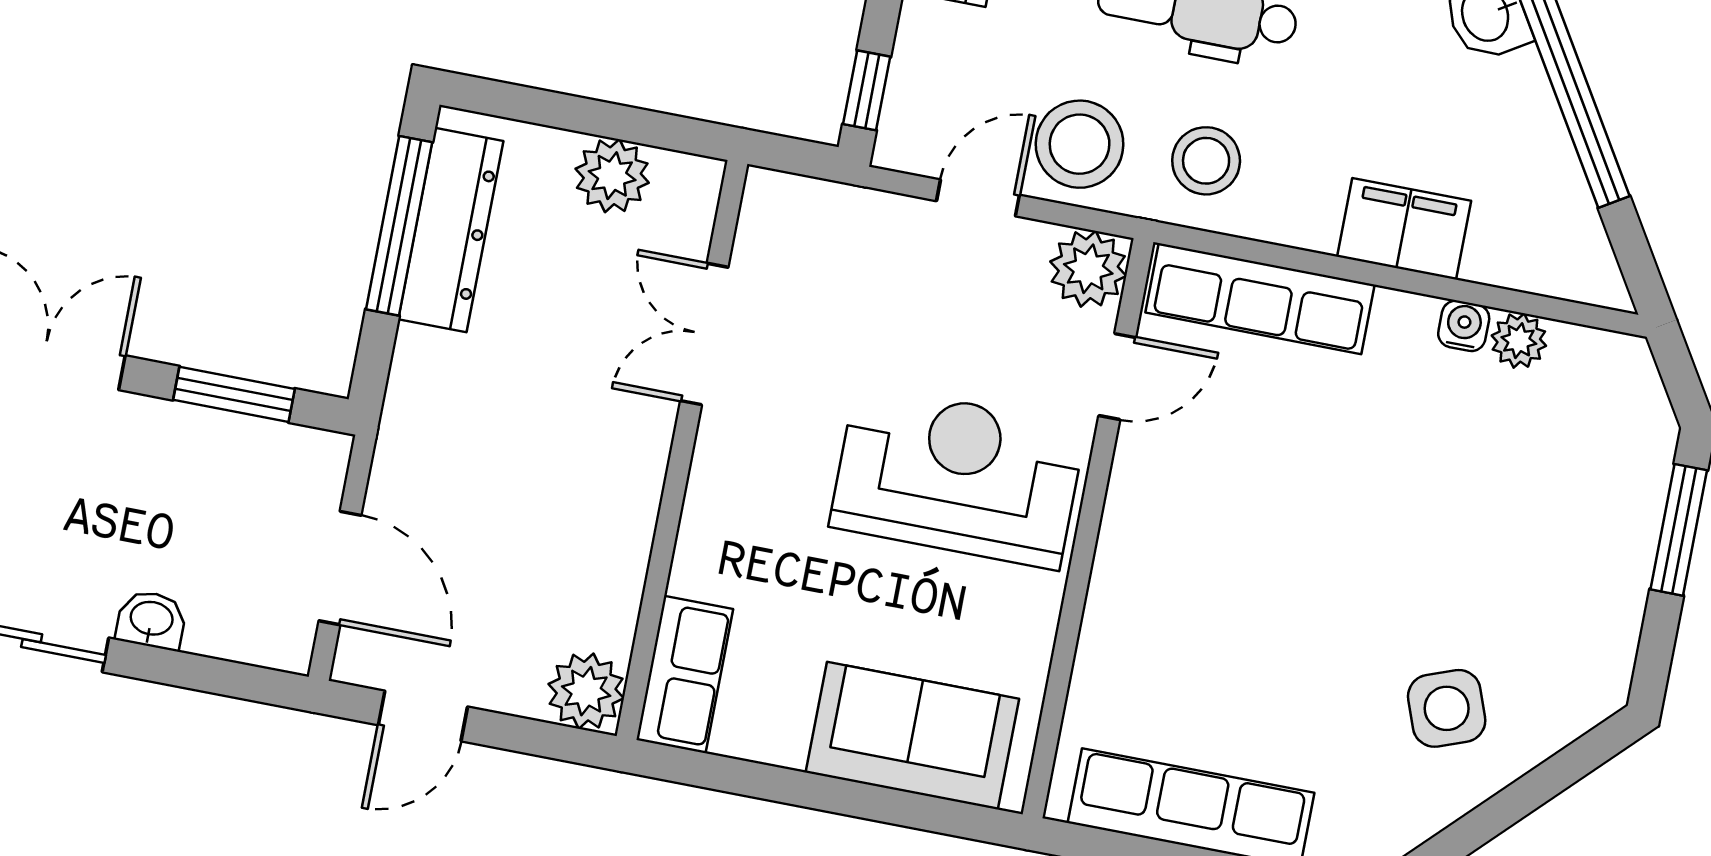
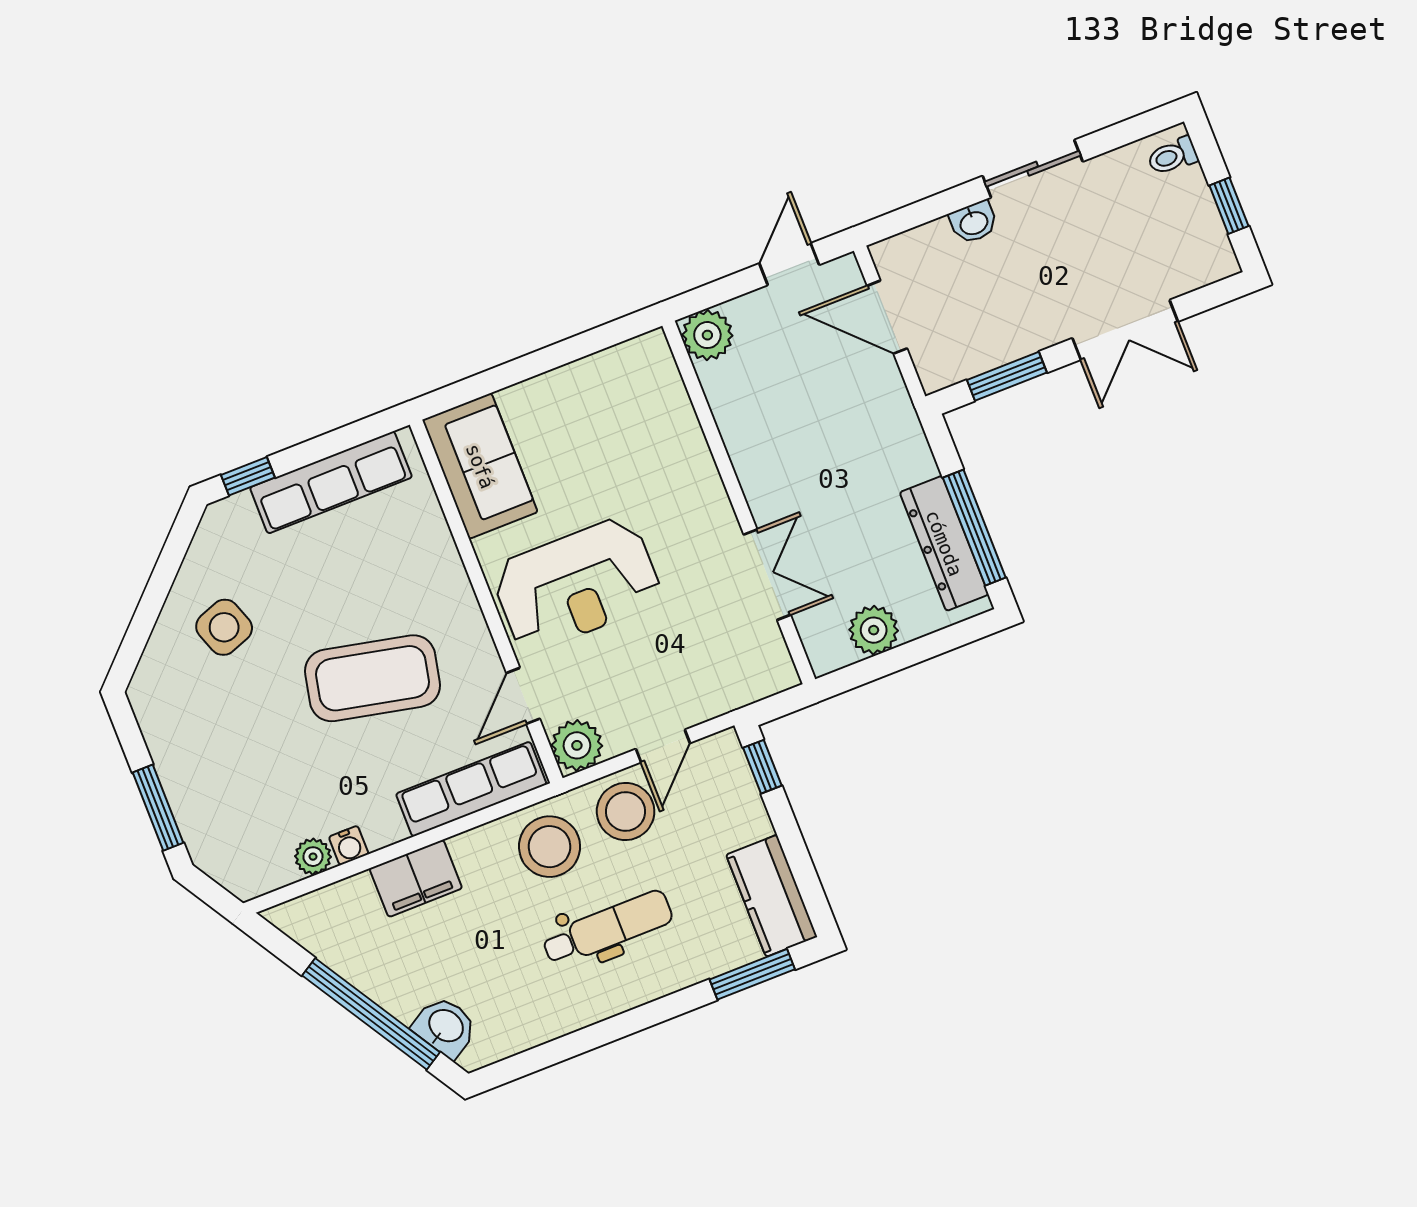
stool: (1206, 161) -> (550, 847), width x1.38, depth x1.38
coffee table: (1297, 522) -> (373, 678), added
row of seats: (685, 674) -> (659, 379), removed
sofa: (912, 736) -> (480, 466), moved, turned -90

